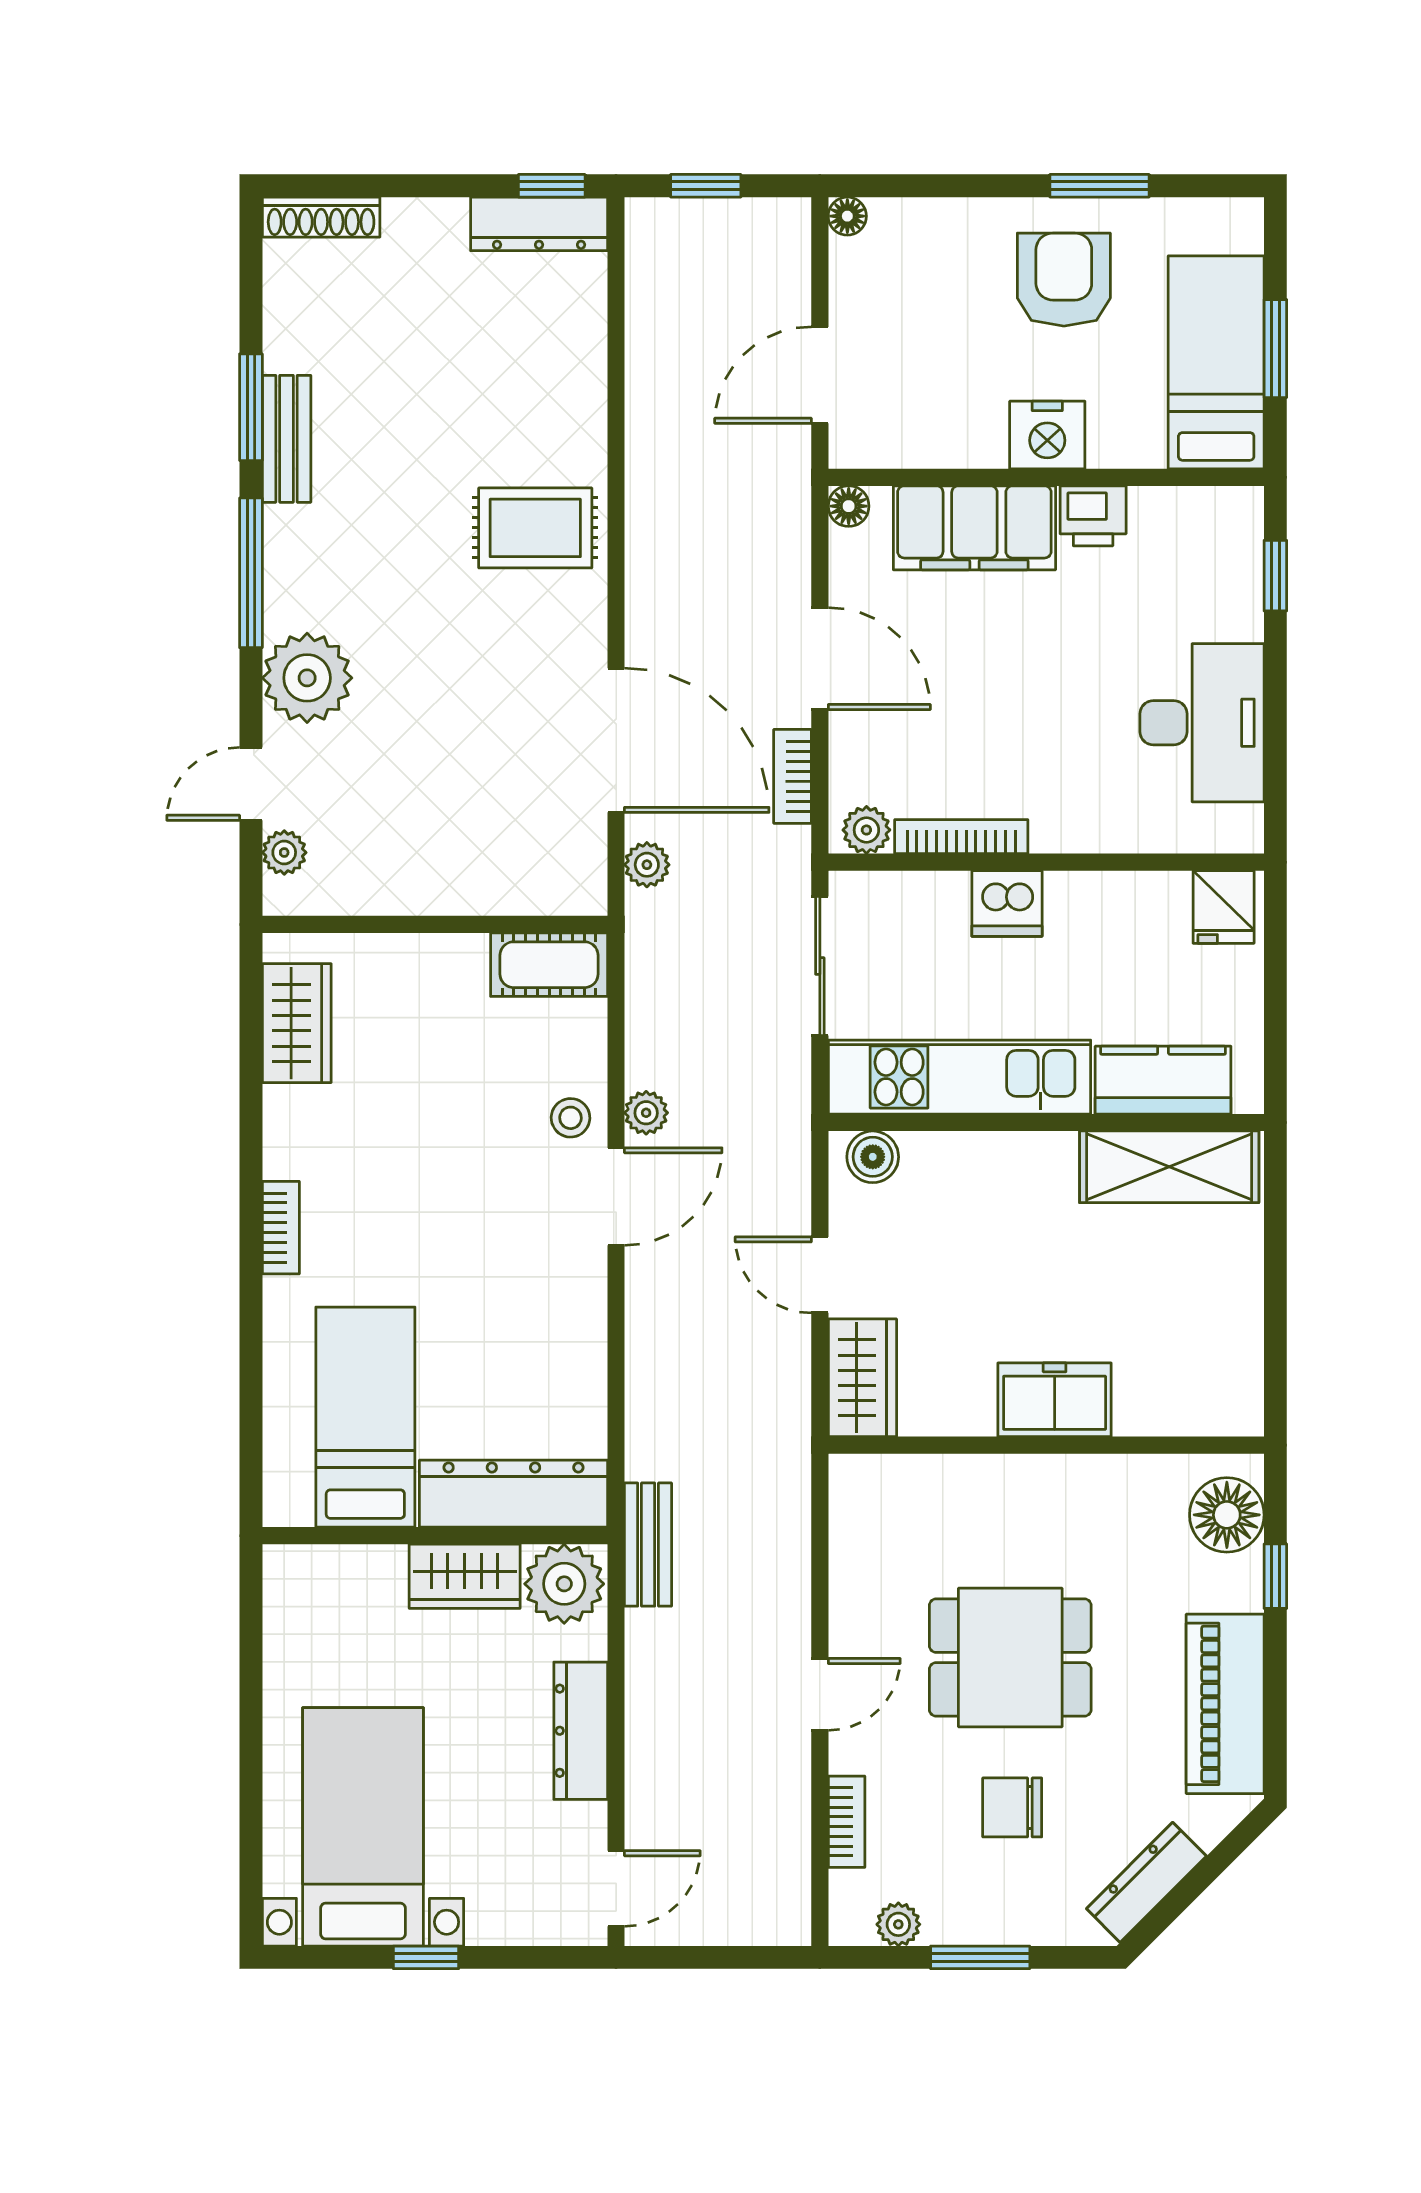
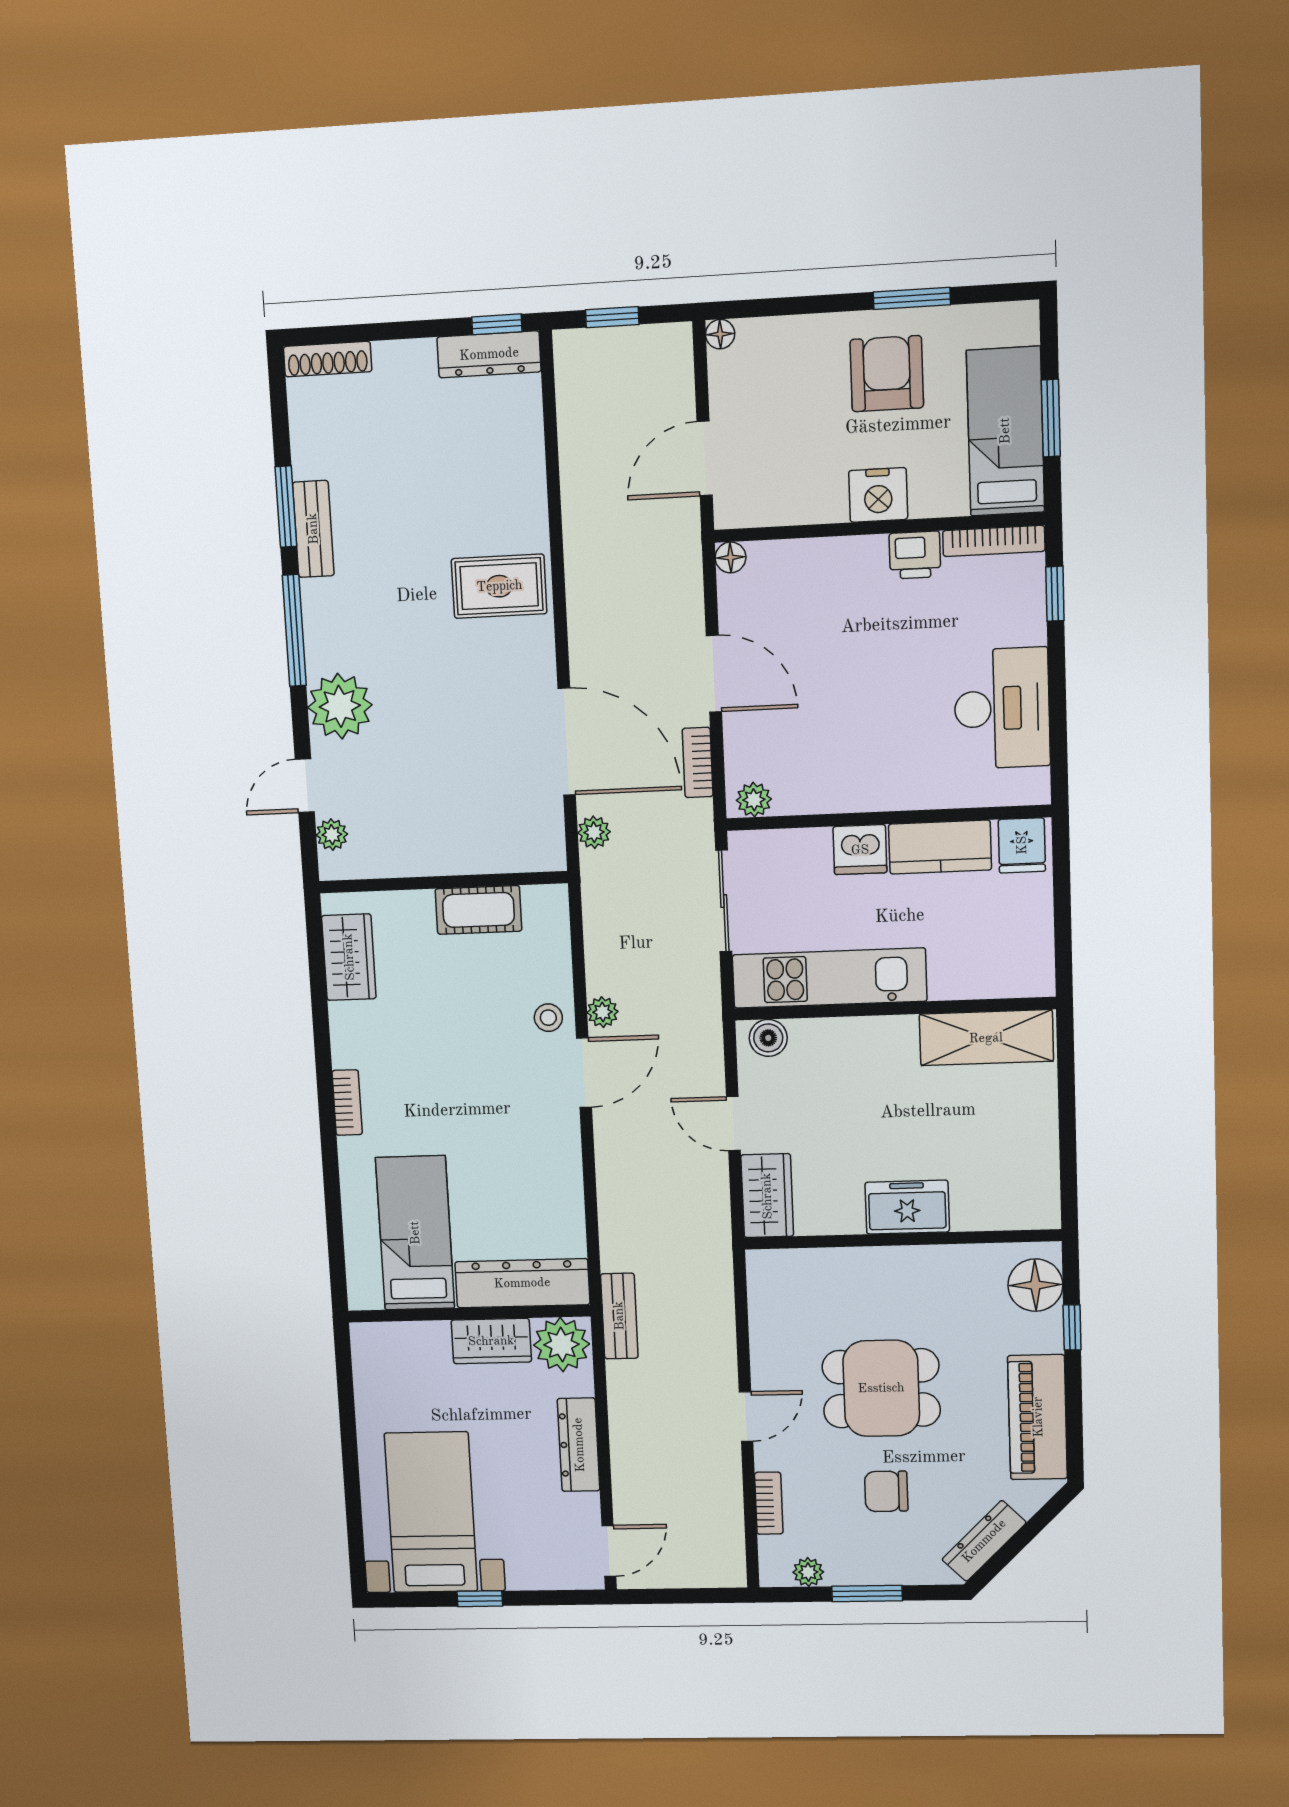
filing cabinet: (974, 528) -> (826, 569), removed
bookcase: (961, 837) -> (994, 541), moved, turned 180
cot: (549, 965) -> (478, 910), moved
kitchen counter: (1163, 1080) -> (940, 847), moved, turned 180

